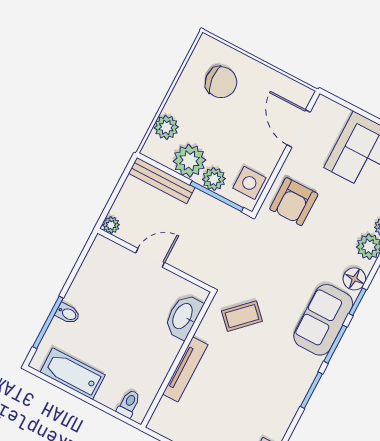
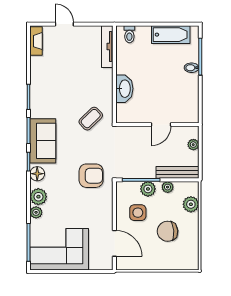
chair: (221, 82) -> (168, 231), moved
plant: (189, 161) -> (168, 187), width x0.53, depth x0.53
side table: (249, 183) -> (138, 213), moved
armchair: (294, 202) -> (91, 176), moved, turned 90
plant: (111, 225) -> (193, 145), moved
washbasin: (183, 316) -> (124, 89), moved
tv unit: (185, 369) -> (107, 47), moved

